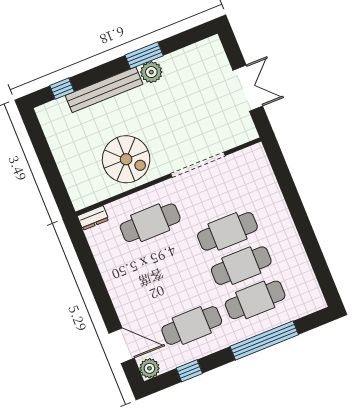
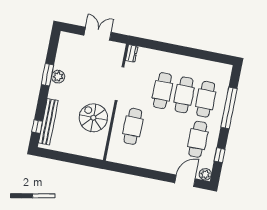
bench: (104, 90) -> (48, 122), moved
spiral stairs: (126, 159) -> (93, 118), turned -90
dresser: (93, 218) -> (132, 53), moved

